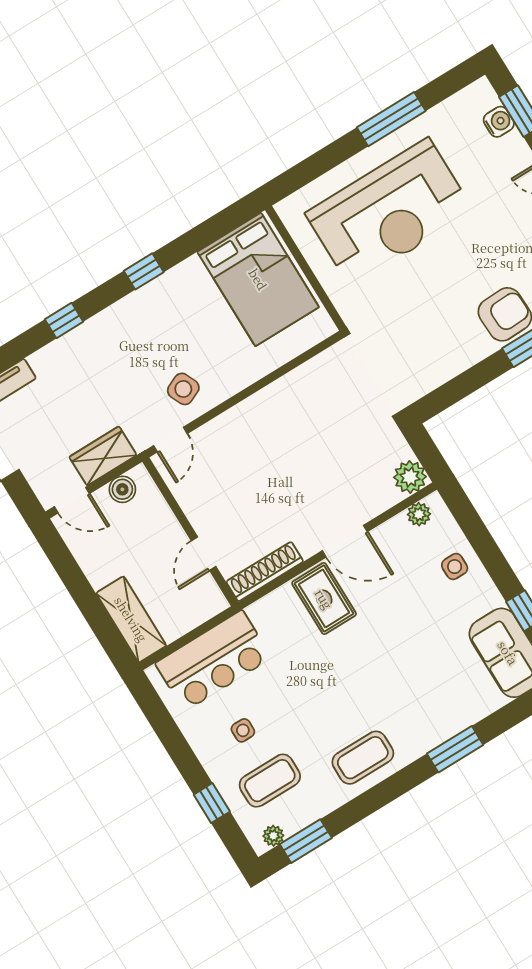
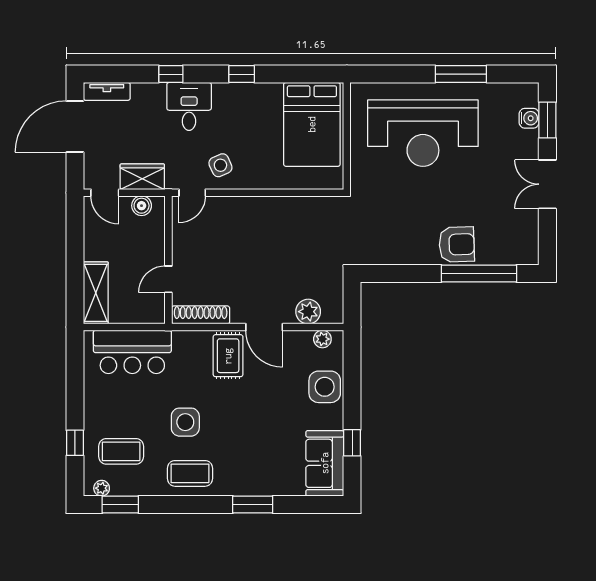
desk: (107, 344) -> (189, 106), added
plant: (410, 477) -> (308, 312), moved
side table: (455, 567) -> (325, 387), width x1.87, depth x1.87
side table: (243, 730) -> (185, 422), moved, width x1.87, depth x1.87

